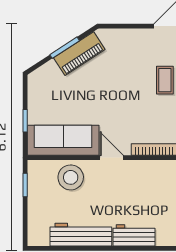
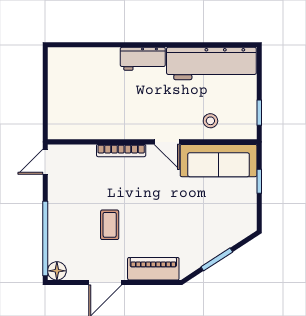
piano: (79, 54) -> (153, 269), moved, turned 33
stool: (71, 177) -> (210, 121), width x0.53, depth x0.53
workbench: (81, 235) -> (211, 63), width x1.36, depth x1.32

